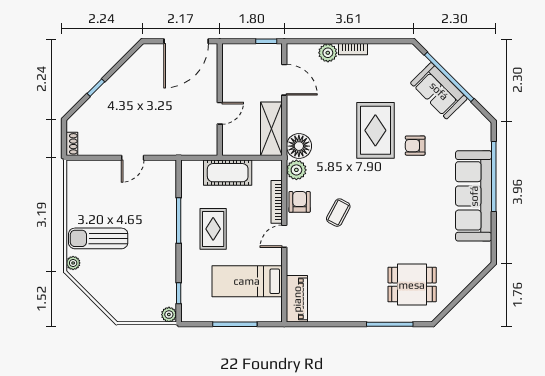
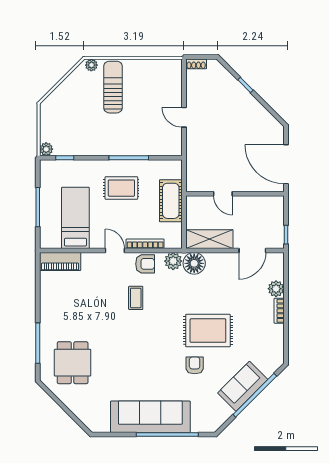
coffee table: (338, 213) -> (136, 298), turned 62

